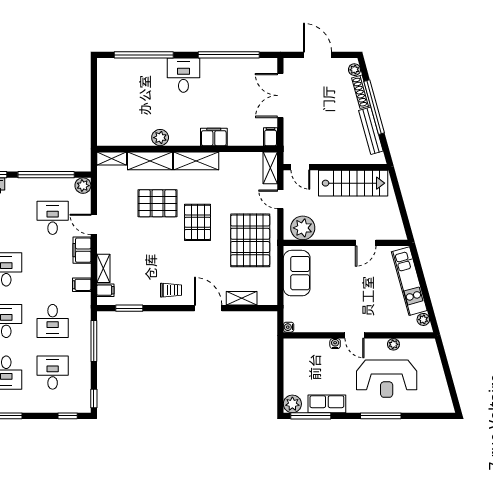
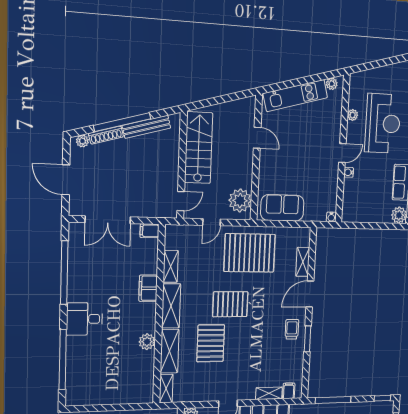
door: (318, 55) -> (66, 180), hinge flipped
shelving: (270, 168) -> (171, 266), moved, turned 90
window: (129, 308) -> (308, 339), moved

